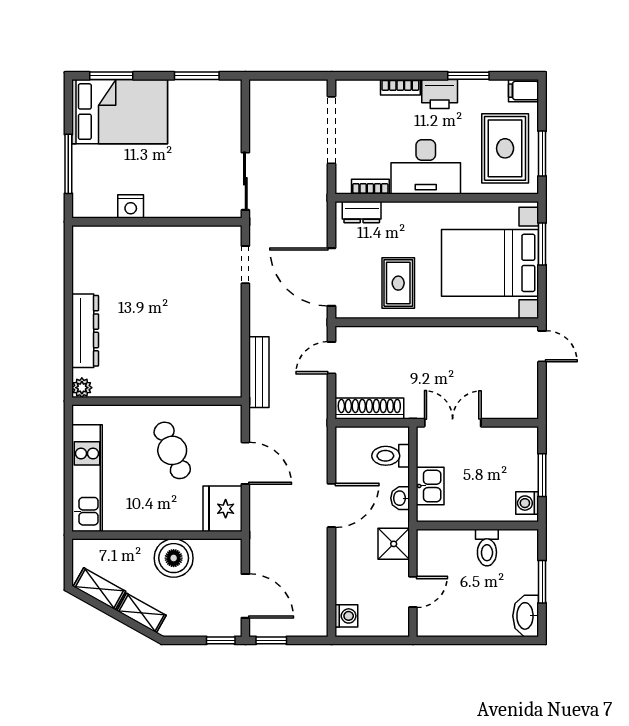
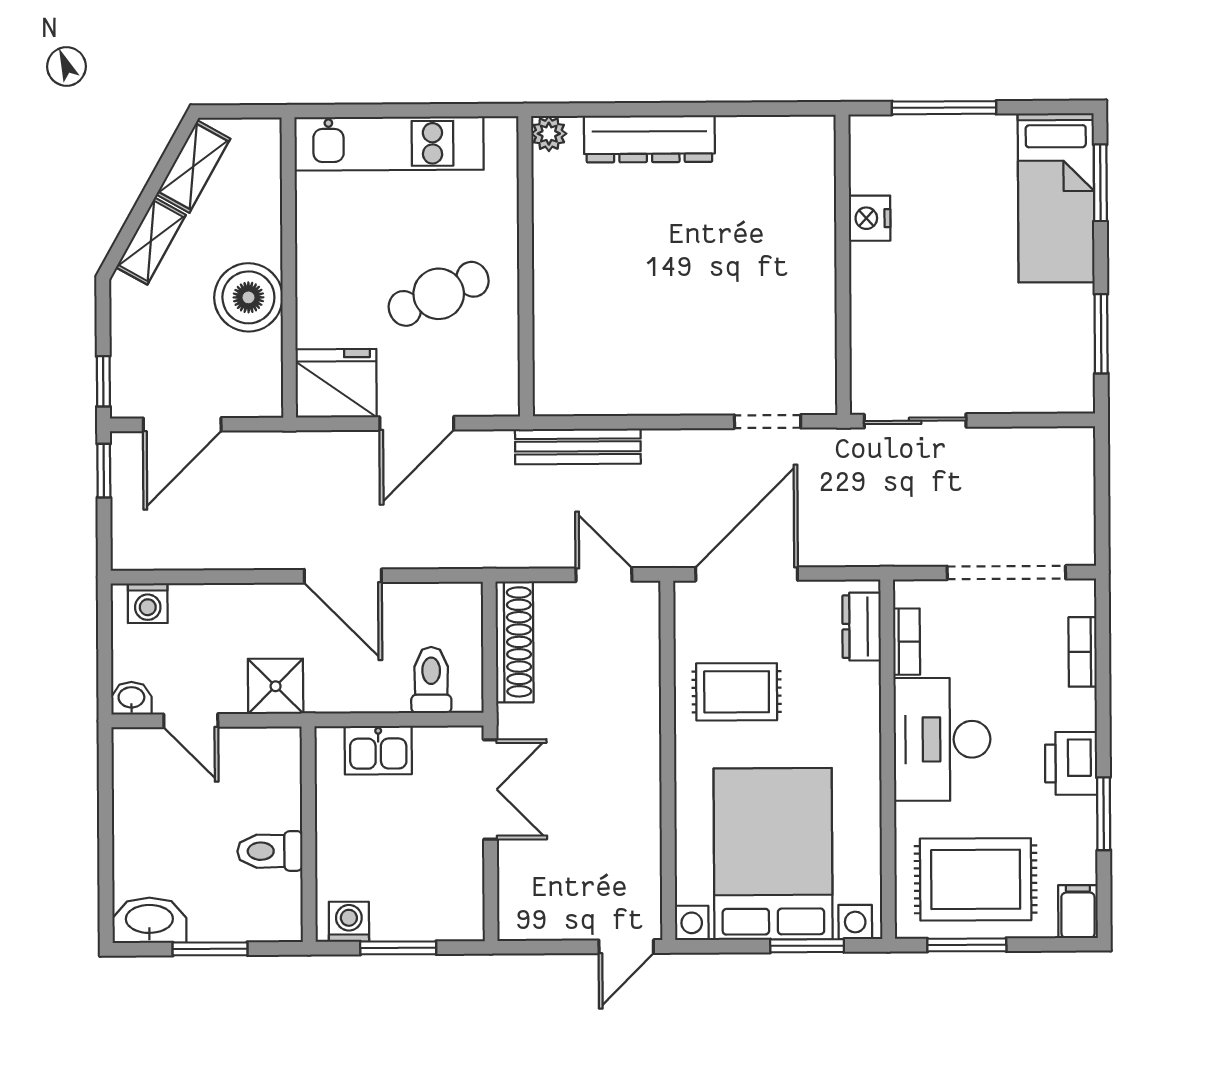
bookcase: (400, 87) -> (1083, 652), moved
bed: (120, 112) -> (1056, 198), width x0.67
washbasin: (400, 498) -> (131, 698), moved

